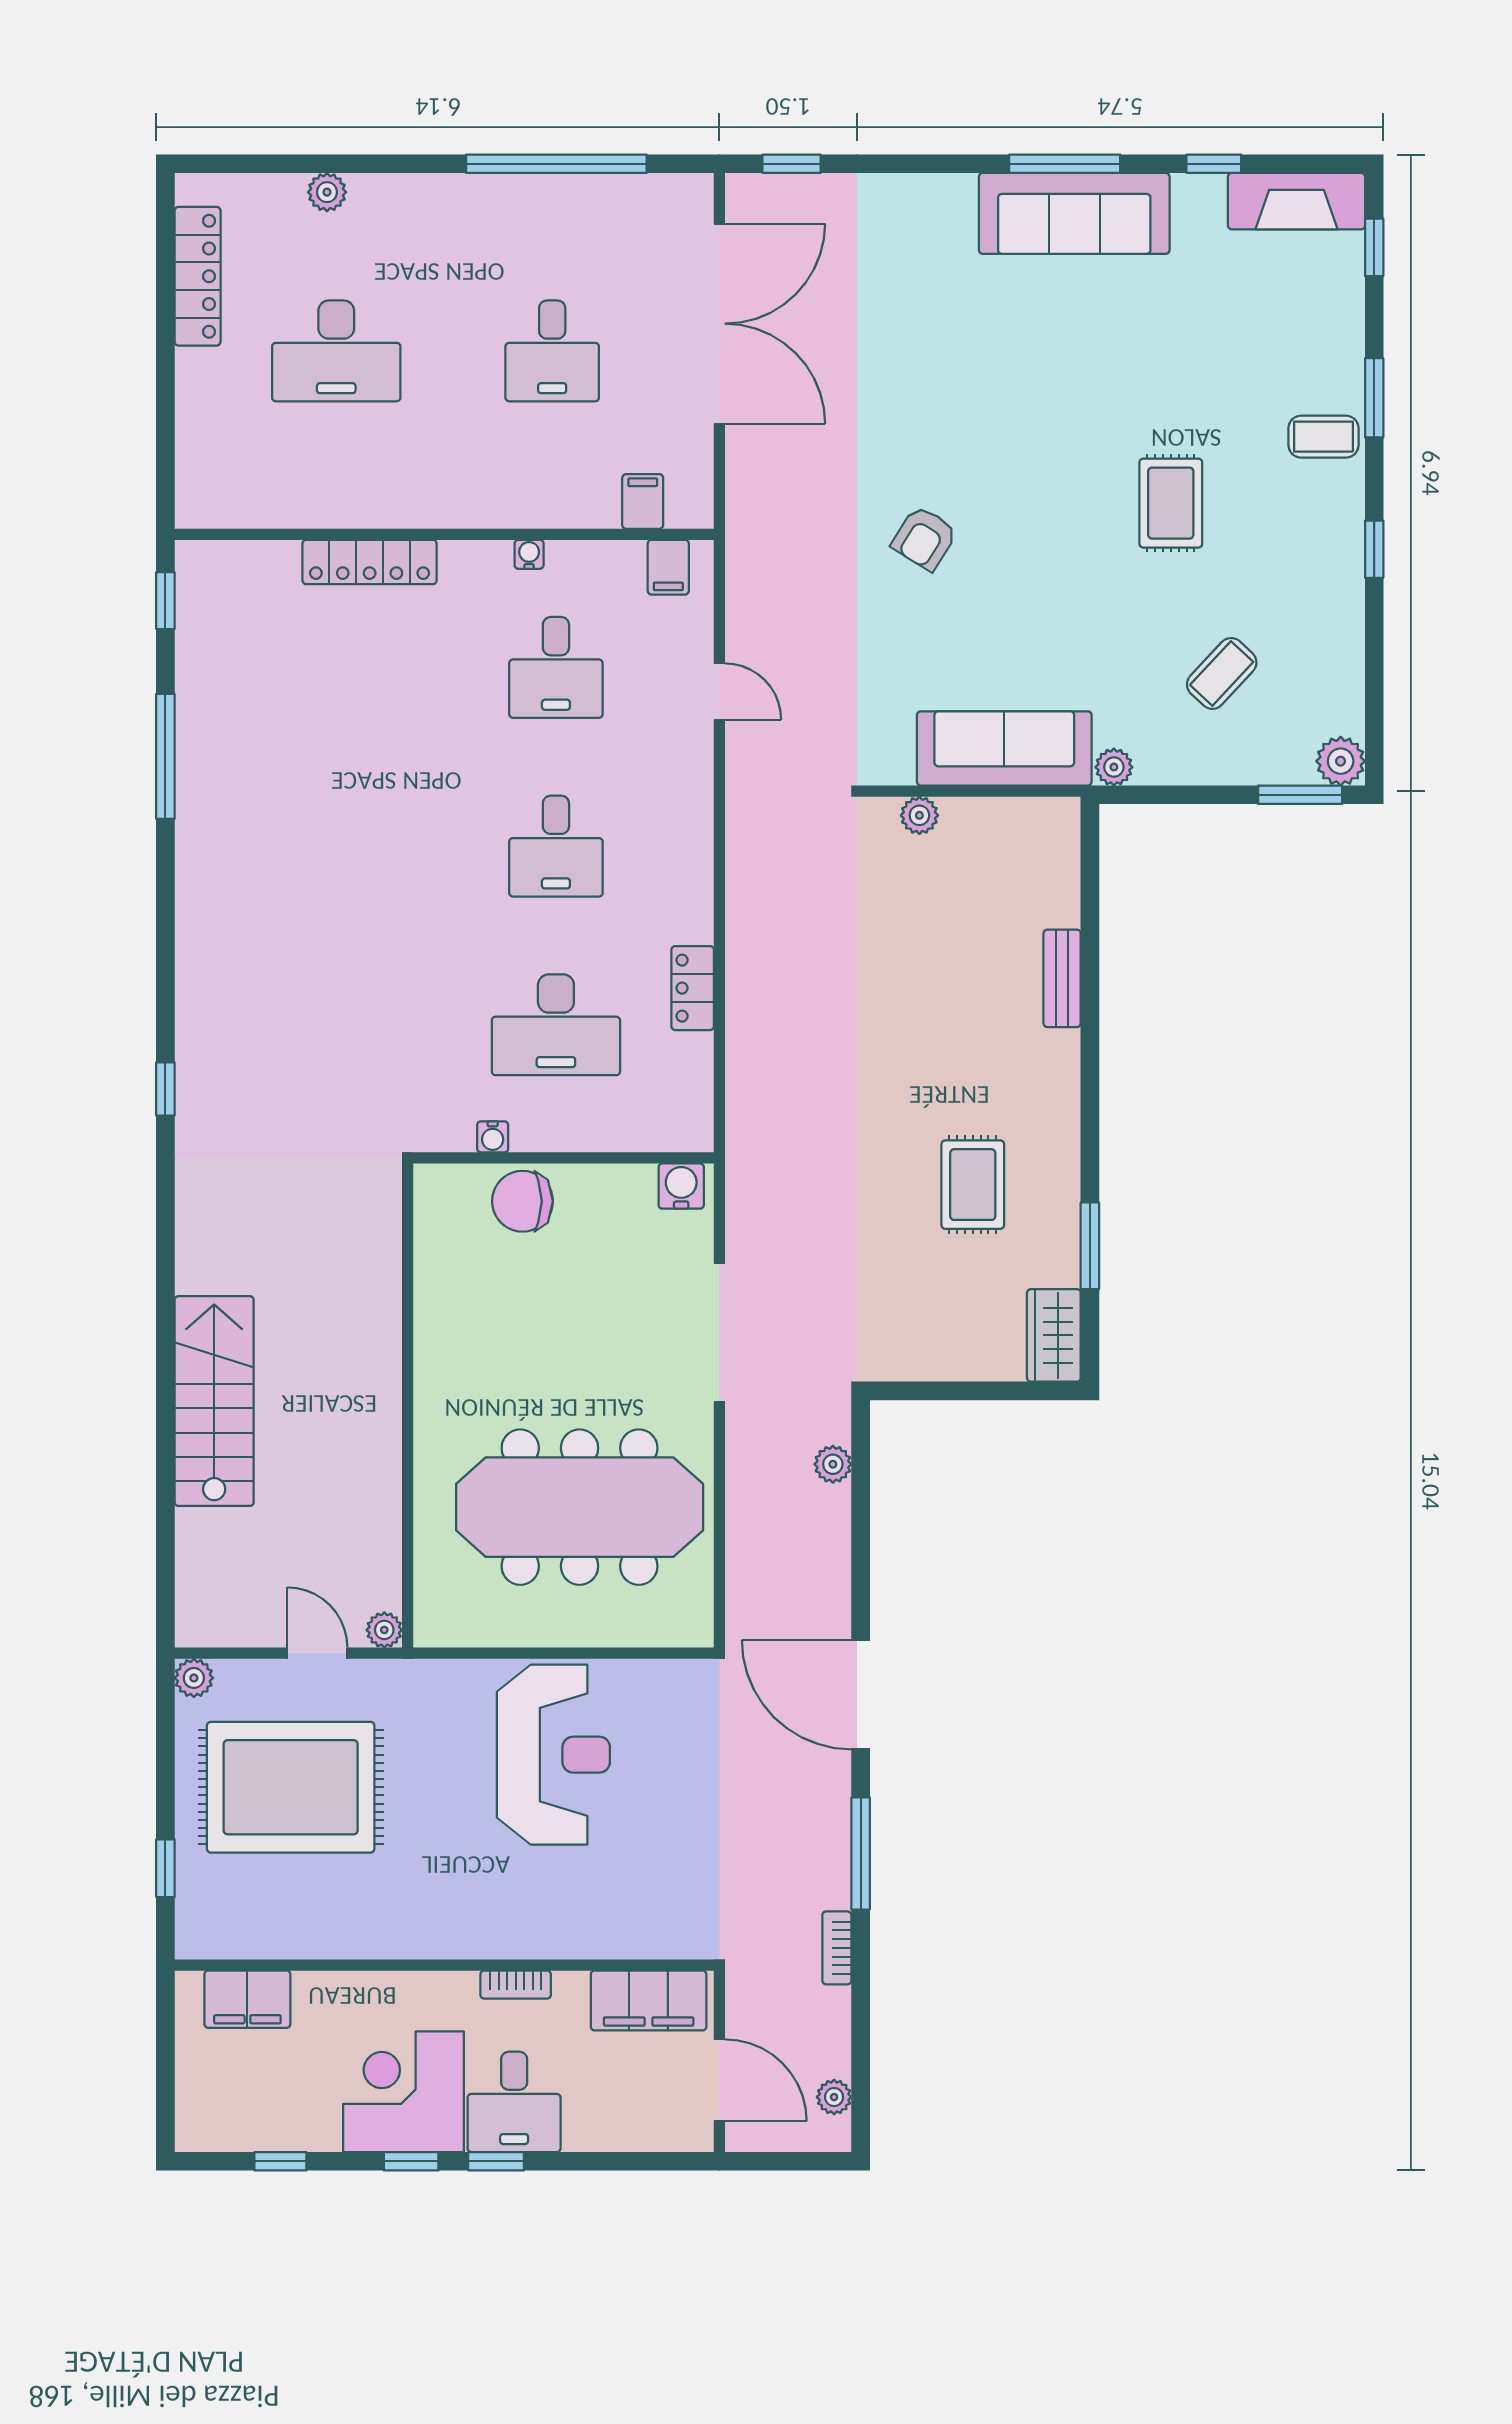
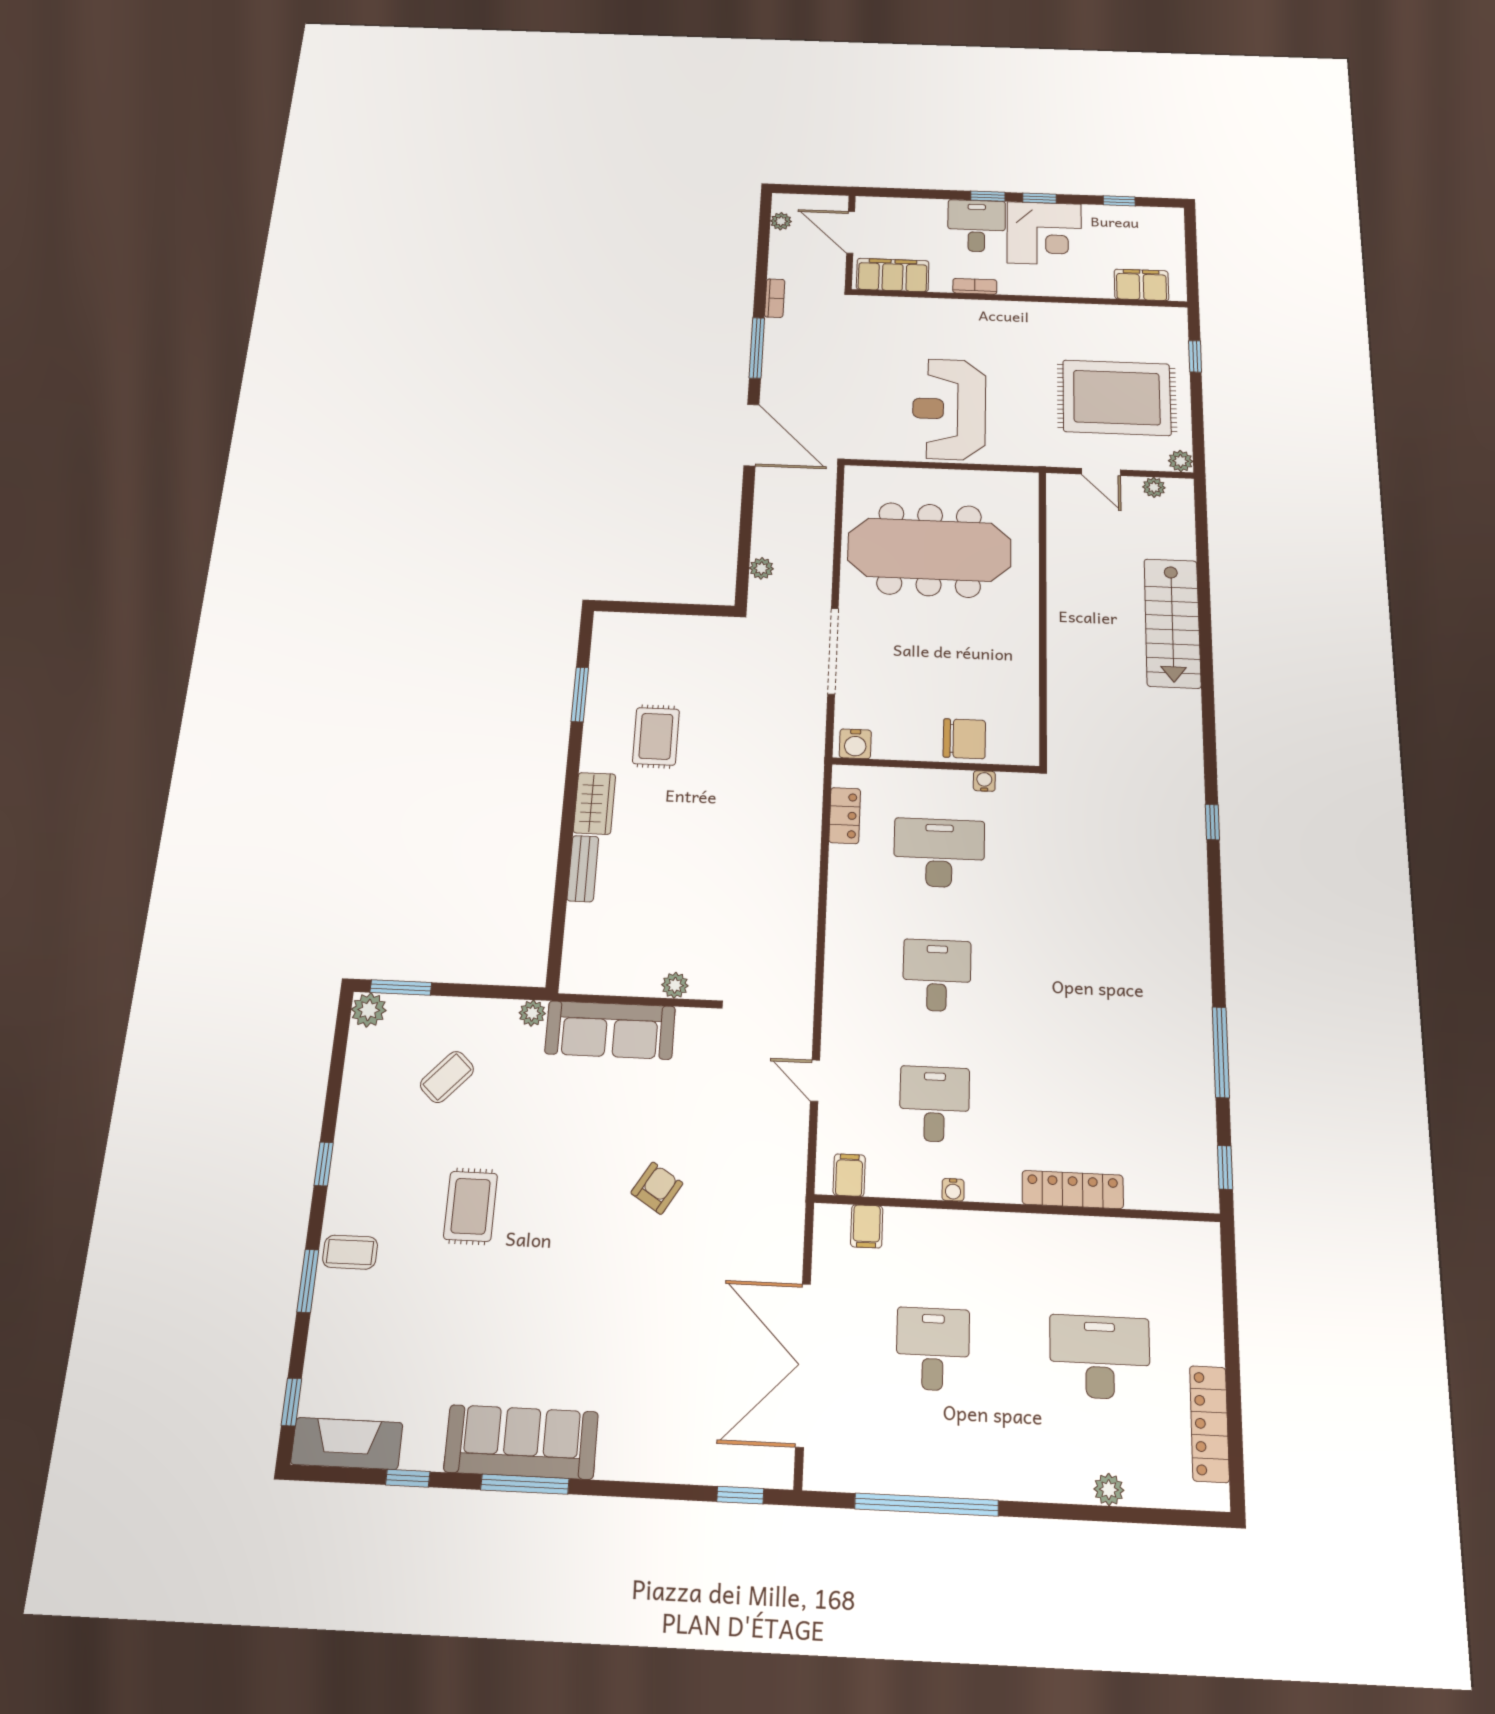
locker: (693, 988) -> (845, 816), moved
wardrobe: (1054, 1335) -> (594, 803), moved
plant: (384, 1630) -> (1154, 487), moved

